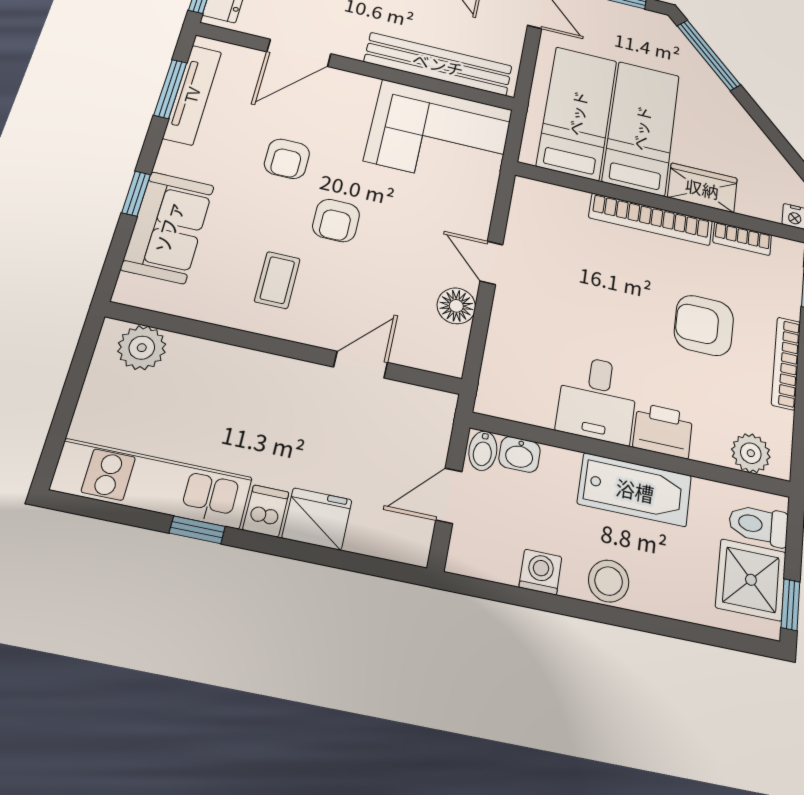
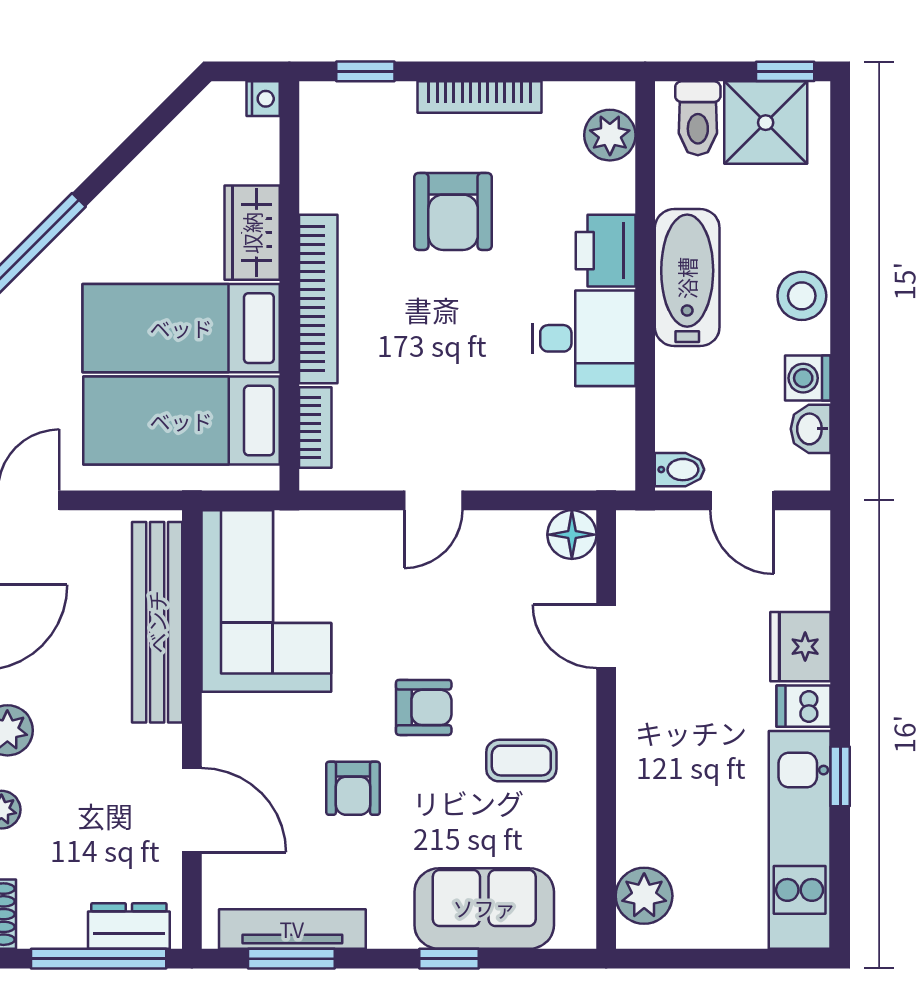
armchair: (287, 159) -> (353, 788), turned 90
bookcase: (742, 239) -> (315, 428), moved
floor lamp: (456, 306) -> (572, 535), moved
washbasin: (519, 454) -> (811, 429), moved, turned 180

